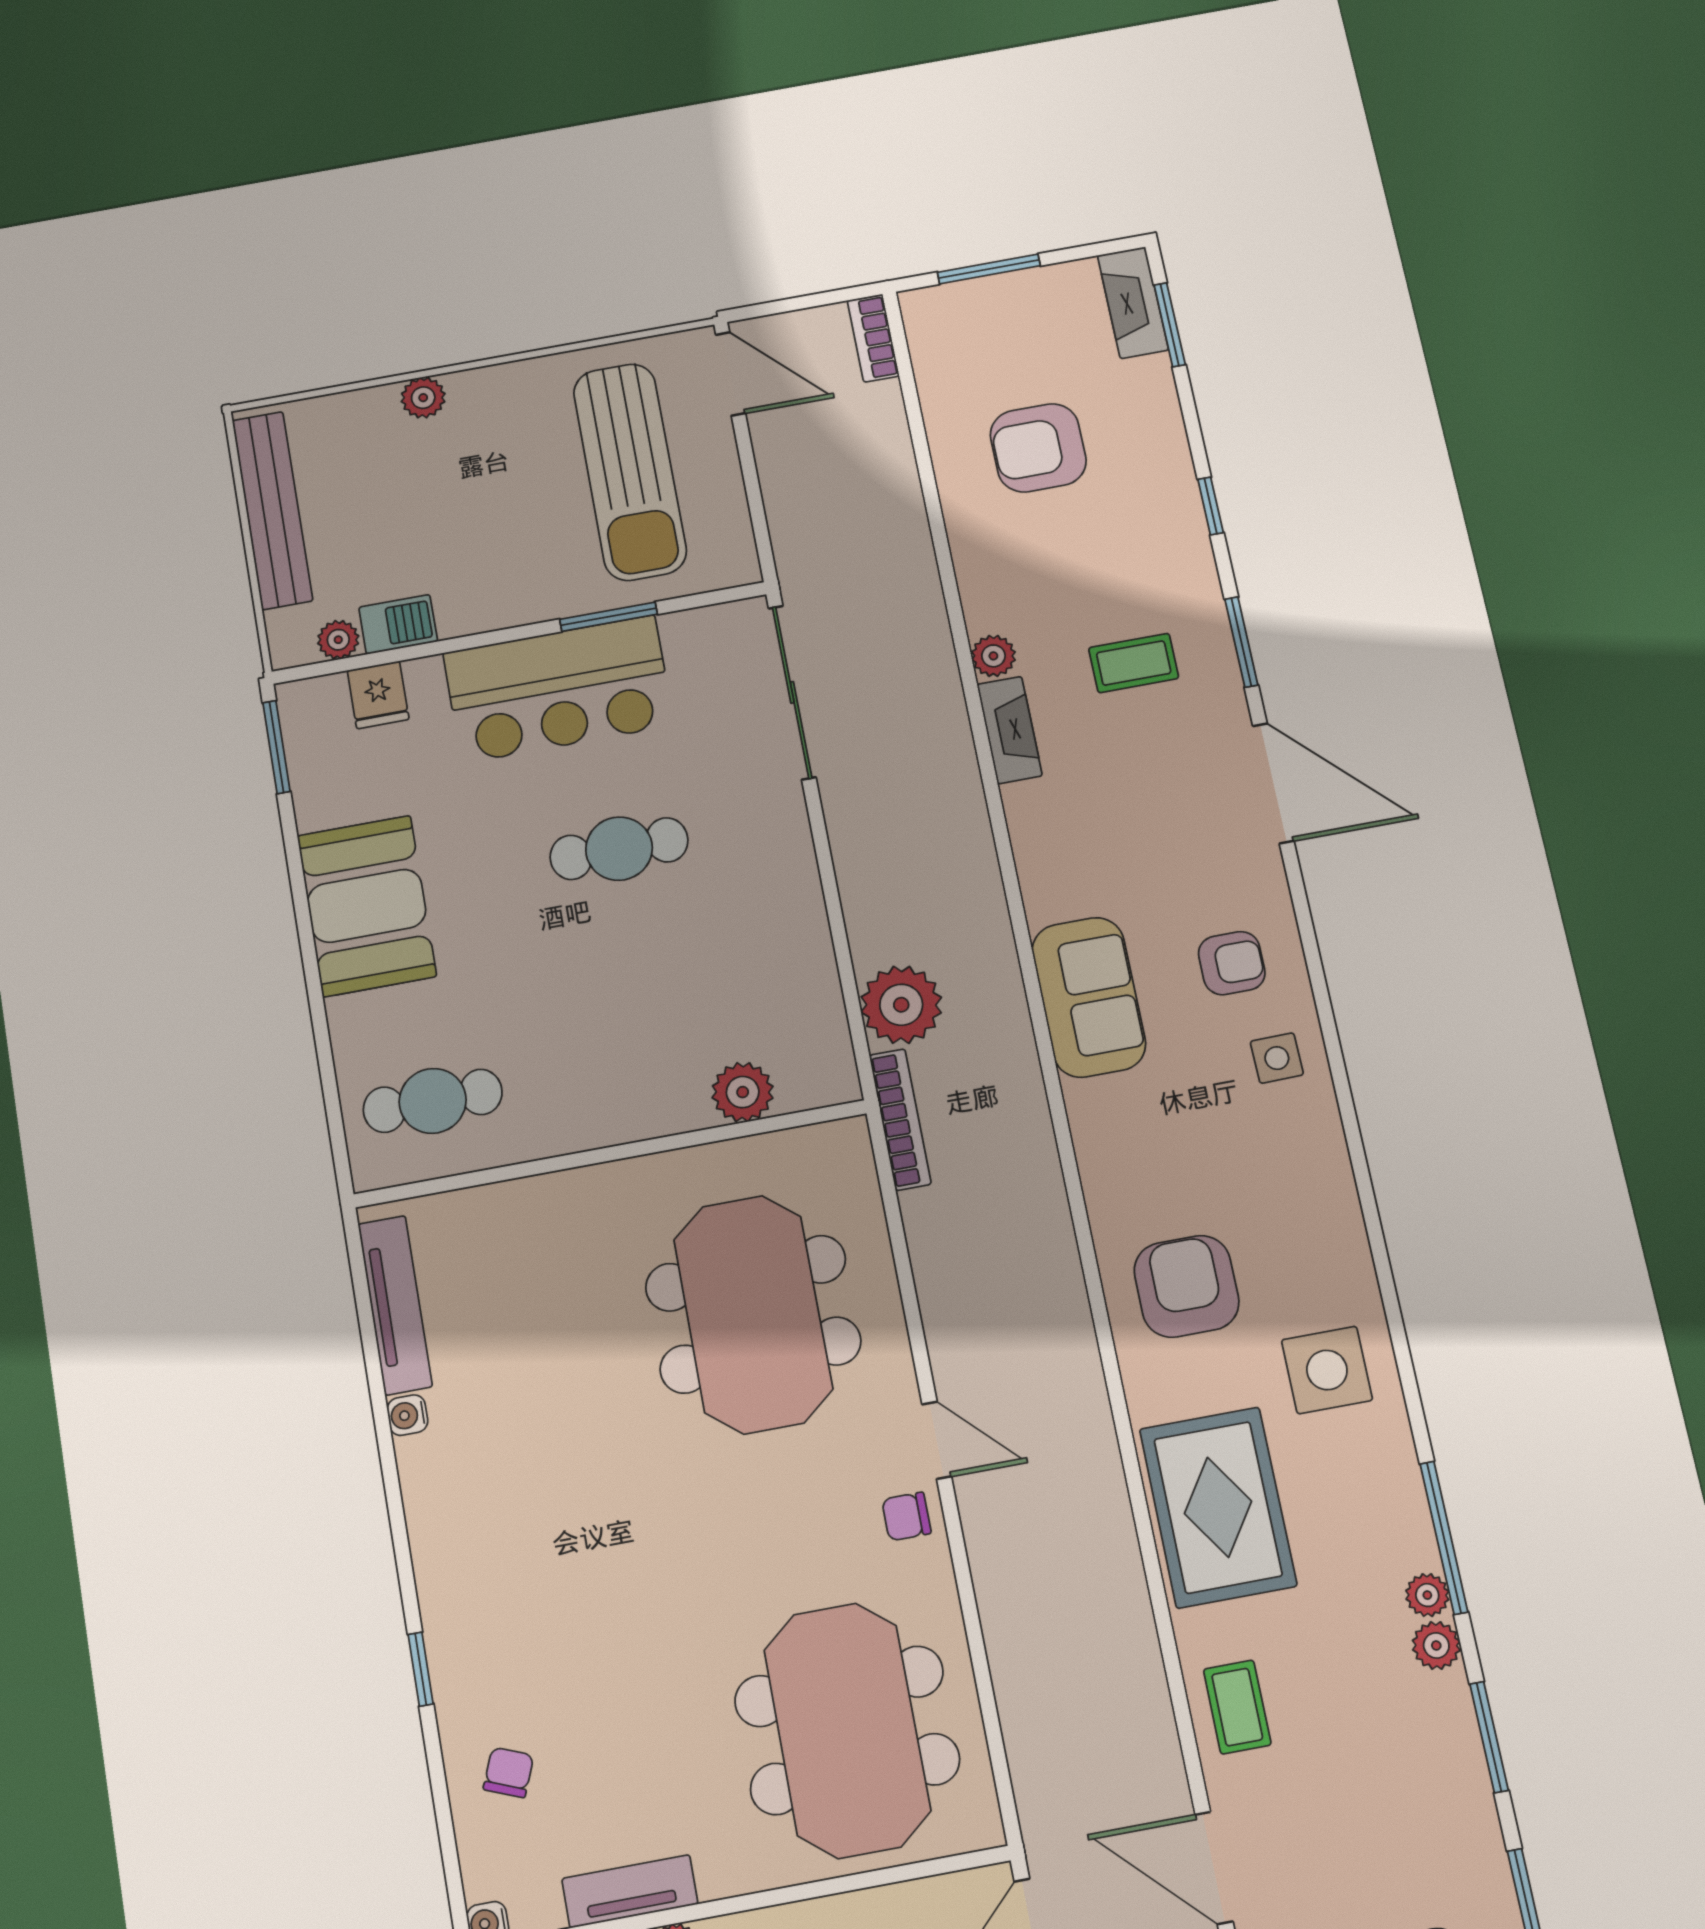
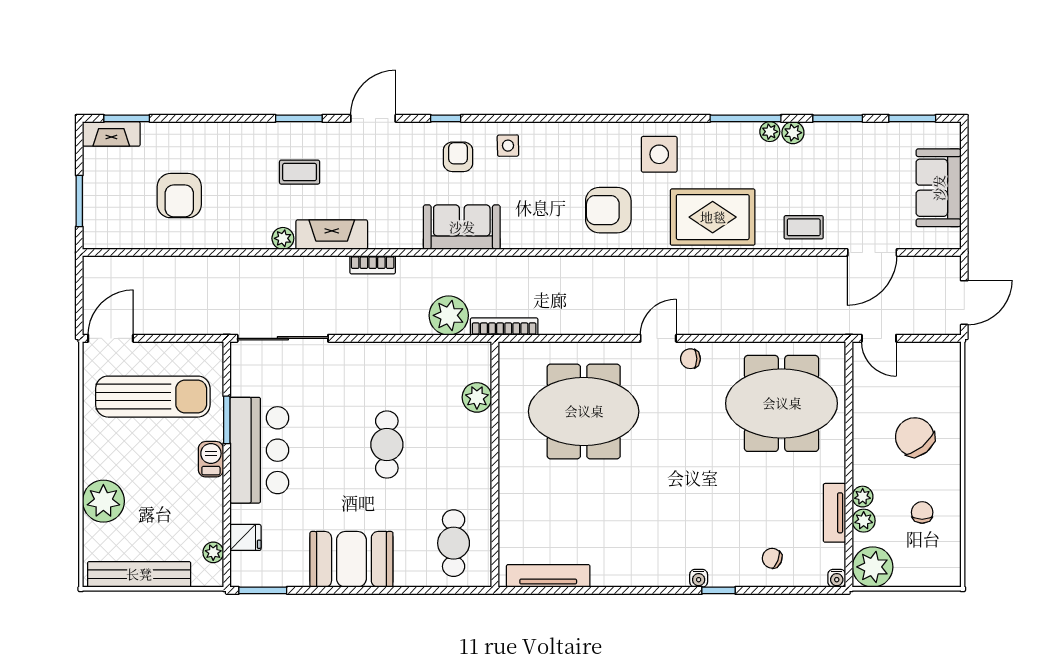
bookcase: (873, 338) -> (373, 265), moved
plant: (423, 398) -> (103, 501), width x1.87, depth x1.87
window: (1211, 506) -> (446, 118), moved
barbecue: (398, 624) -> (211, 459), moved
coffee table: (1134, 663) -> (300, 172), turned 90
fireplace: (1009, 730) -> (332, 235), width x1.37, depth x1.32
door: (1273, 783) -> (373, 118), width x0.73
cafe table: (619, 849) -> (387, 445), moved
water cooler: (407, 1415) -> (699, 578), moved
chair: (906, 1516) -> (690, 359), turned 90

